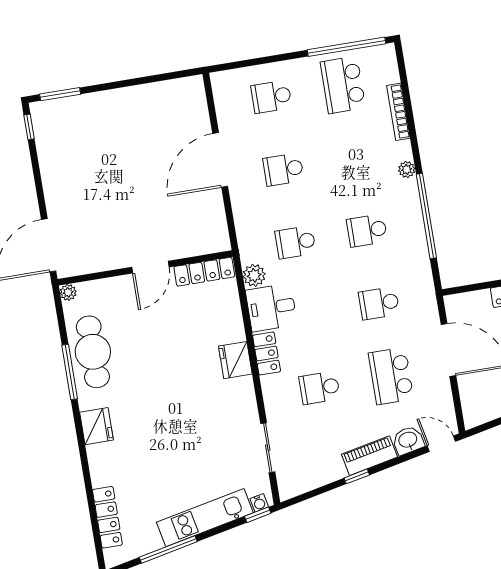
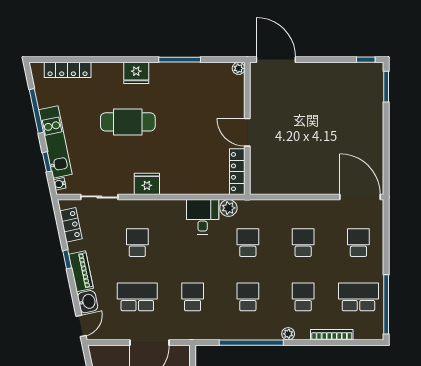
school desk: (355, 158) -> (303, 297), added
door: (220, 160) -> (360, 197), moved
cafe table: (93, 352) -> (128, 122), moved
locker: (267, 353) -> (71, 225), moved, turned -102
fridge: (235, 360) -> (147, 184), moved
window: (258, 515) -> (47, 162), moved

